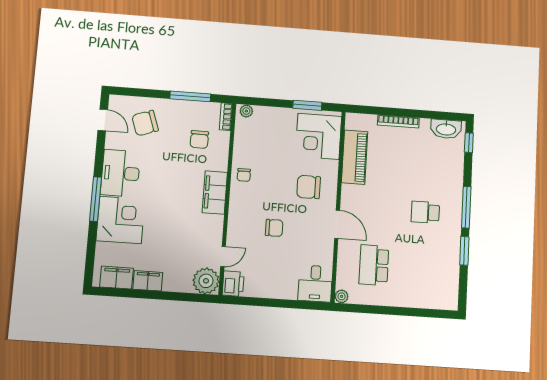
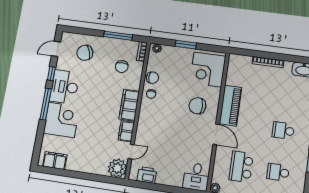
window: (307, 105) -> (186, 45), moved
door: (103, 120) -> (56, 49), swing flipped
window: (100, 156) -> (51, 74), added
piano: (355, 157) -> (230, 106), moved
chair: (274, 228) -> (152, 78), moved
school desk: (423, 268) -> (278, 172), added
filing cabinet: (148, 281) -> (126, 131), moved, turned -90
printer: (233, 284) -> (147, 175), moved, turned -90

